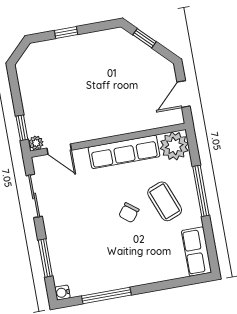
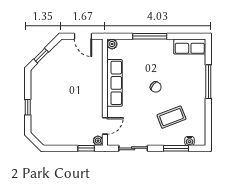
plant: (174, 146) -> (112, 44), width x0.53, depth x0.53
coffee table: (165, 201) -> (171, 117), moved
water cooler: (62, 293) -> (189, 141), moved
window: (106, 295) -> (208, 82), moved

